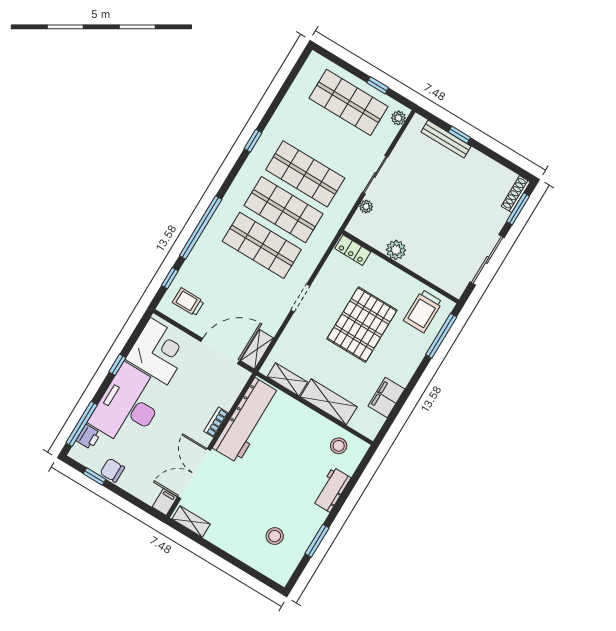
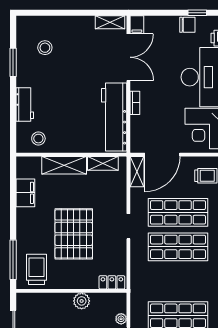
shop shelf: (283, 210) -> (178, 212), moved

